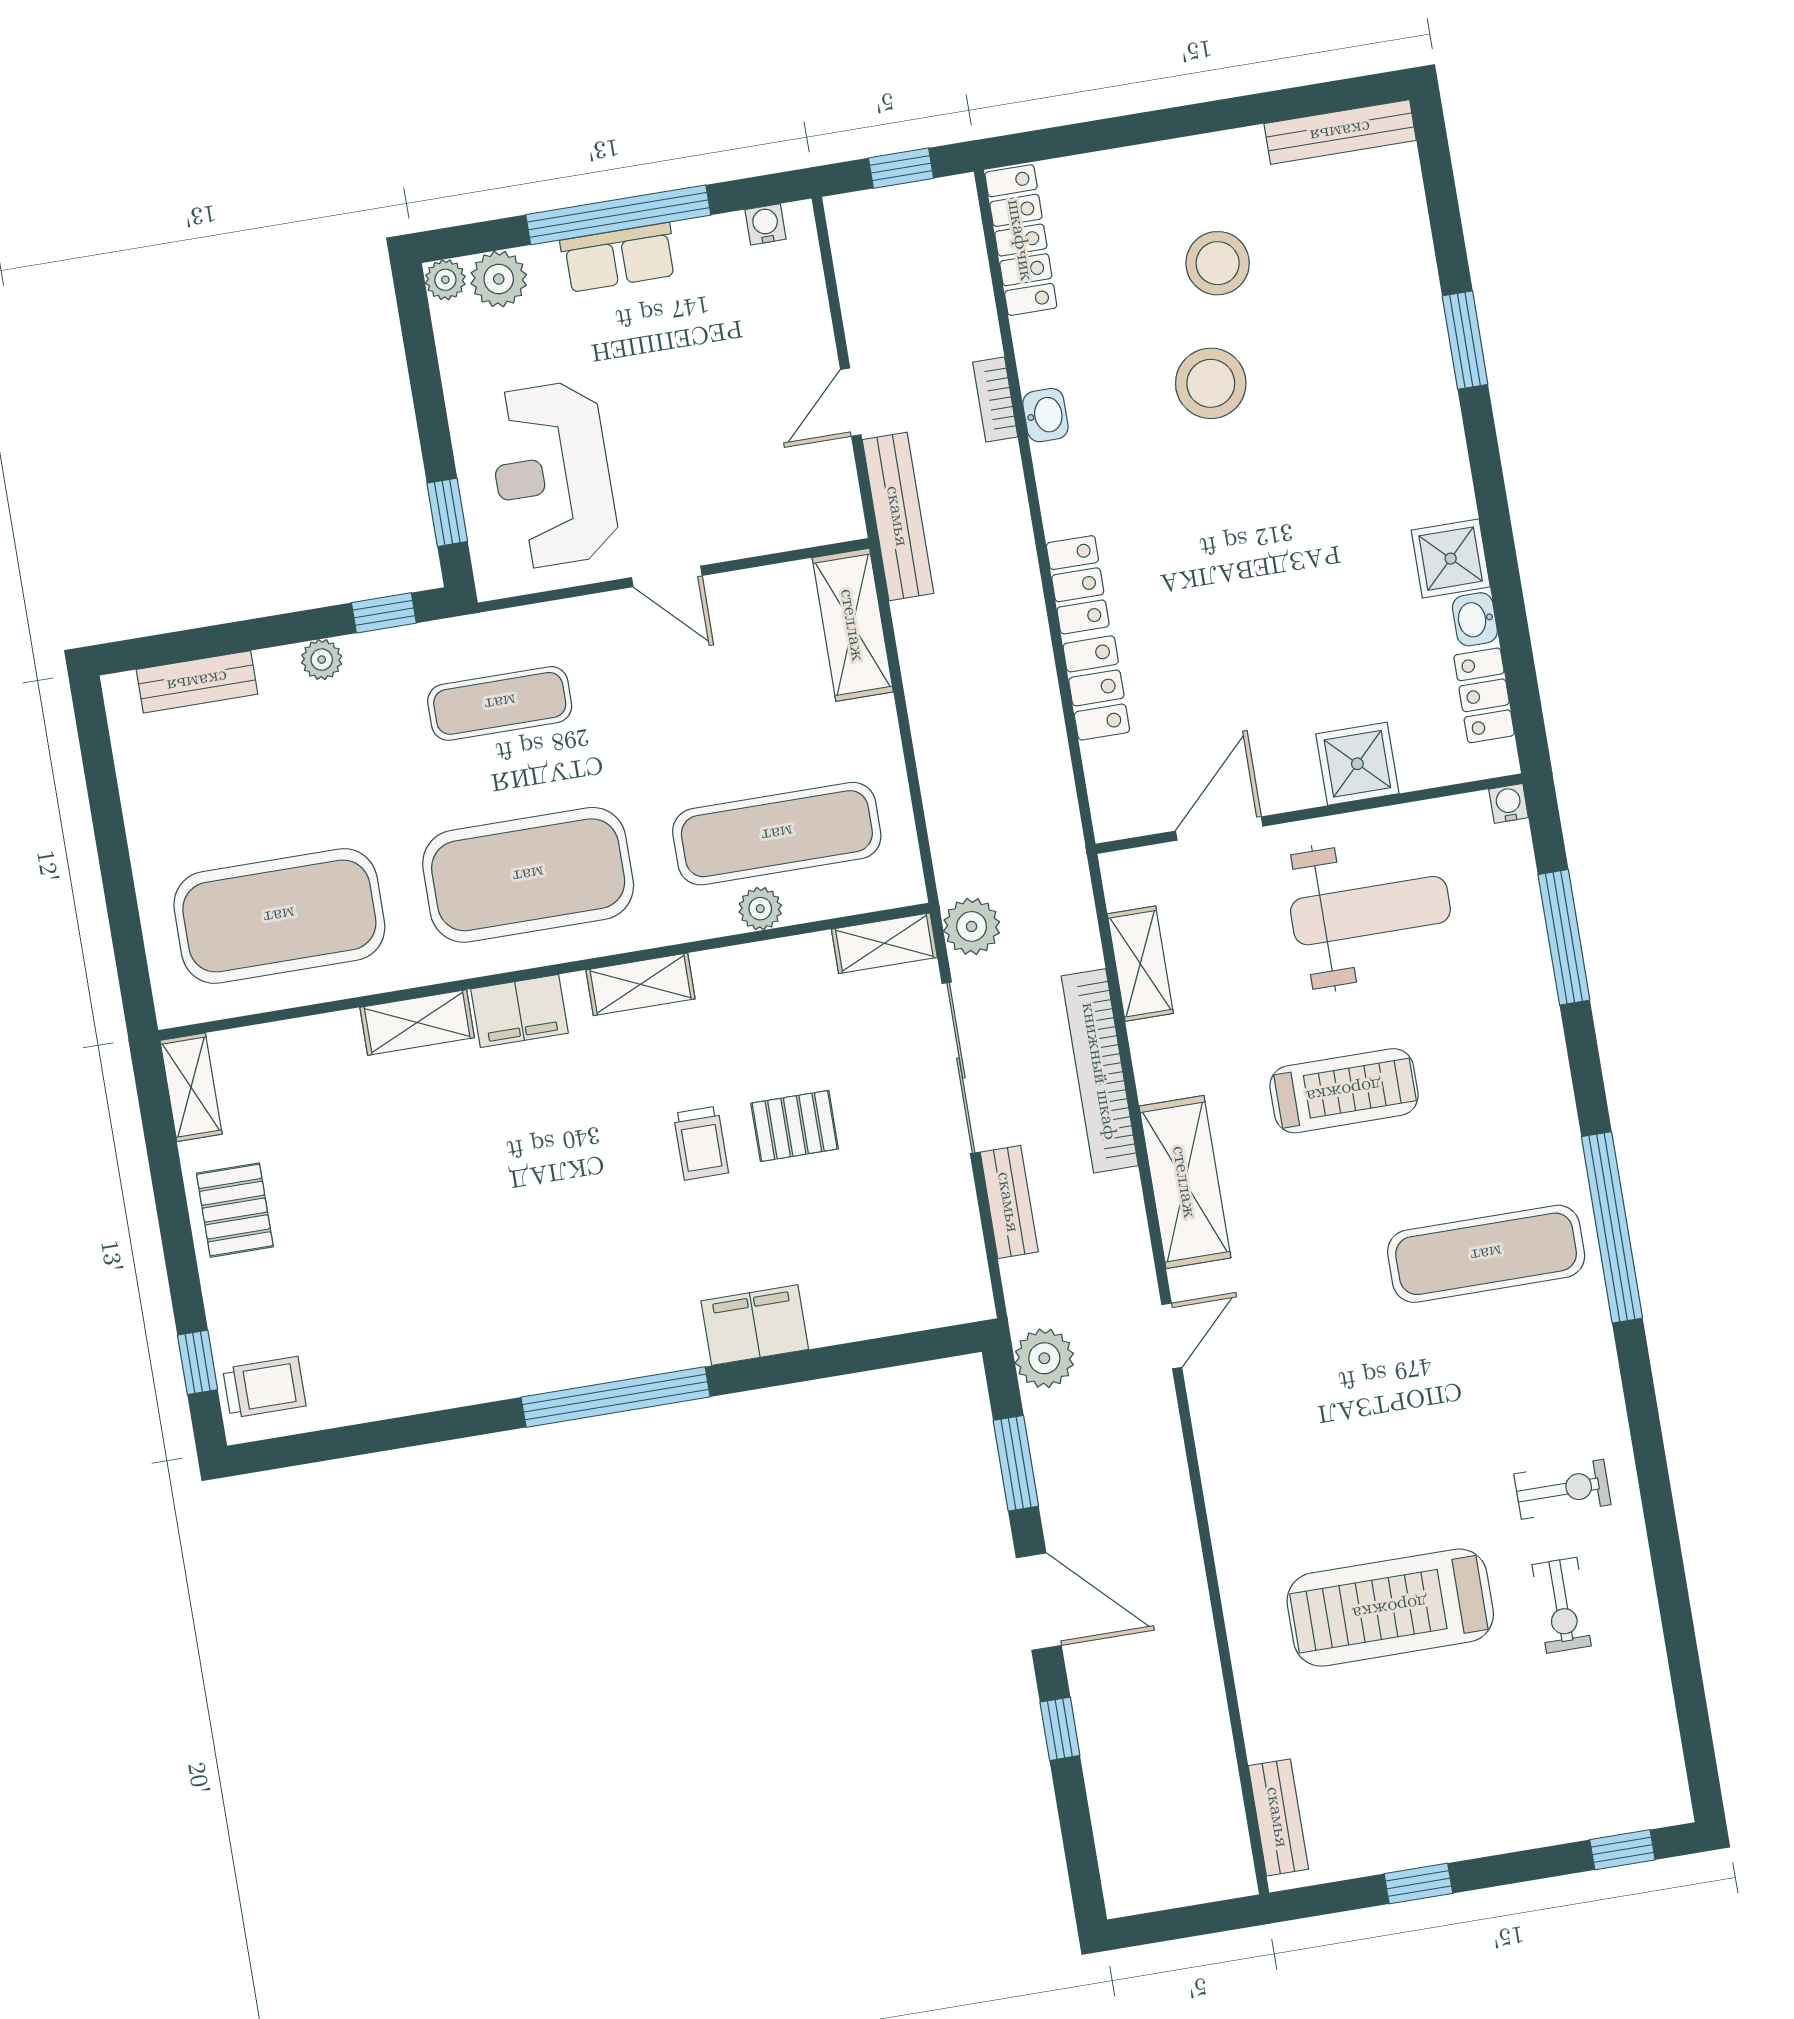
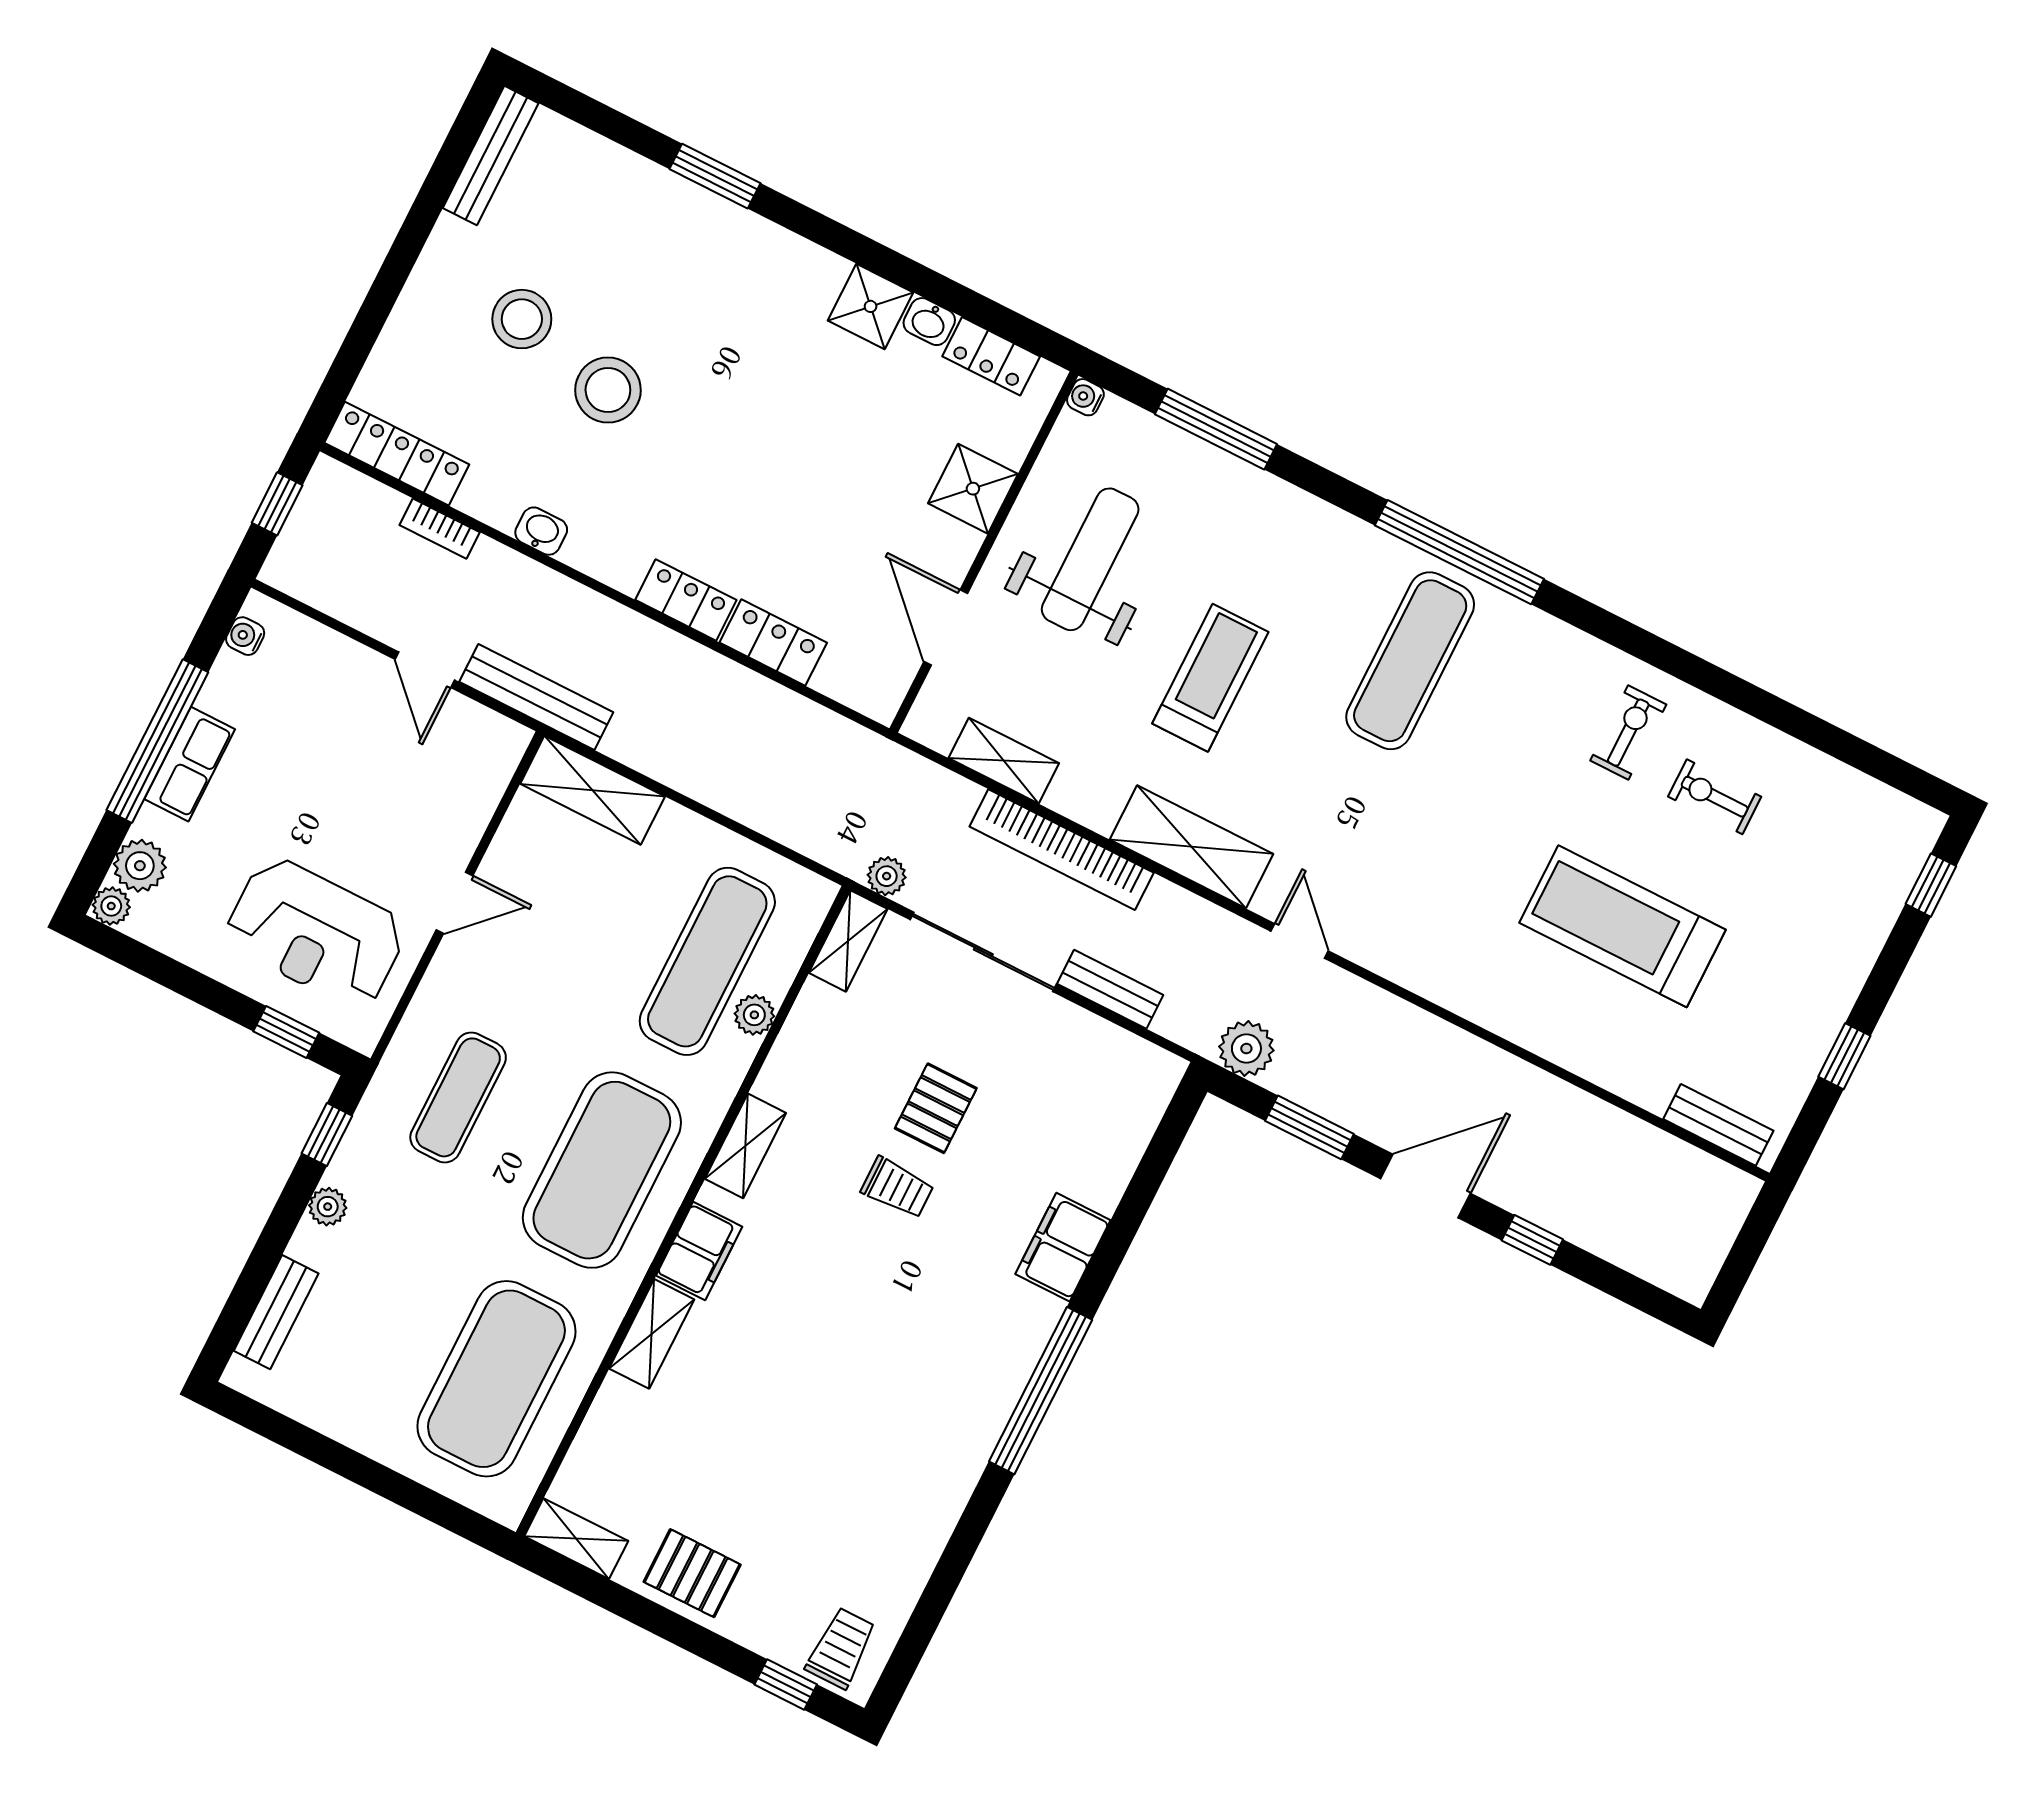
bookcase: (995, 399) -> (440, 529), moved
plant: (972, 926) -> (887, 876), width x0.73, depth x0.73
exercise bike: (1562, 1605) -> (1715, 797), turned 180
treadmill: (1390, 1608) -> (1622, 926), turned 90

